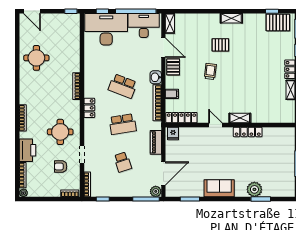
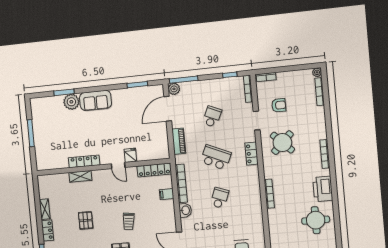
pallet: (173, 67) -> (86, 220), moved
school desk: (123, 86) -> (219, 198), width x0.54
locker: (89, 108) -> (252, 154), moved
shelving: (240, 118) -> (80, 176), moved
school desk: (123, 124) -> (216, 157), turned 33
round table: (60, 132) -> (282, 143), turned 45
fridge: (173, 133) -> (130, 155), moved
printer: (27, 150) -> (323, 189), moved
school desk: (123, 162) -> (212, 117), turned 42
sofa: (219, 188) -> (96, 100), moved

